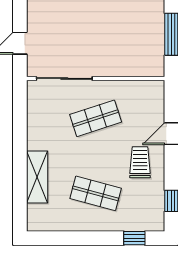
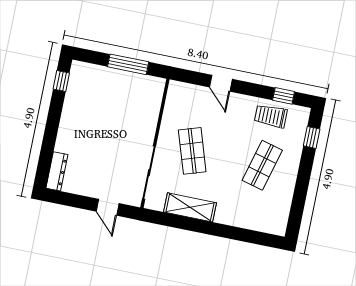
trolley: (140, 162) -> (271, 116), moved
shelving: (37, 177) -> (190, 207), moved

